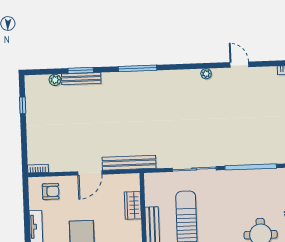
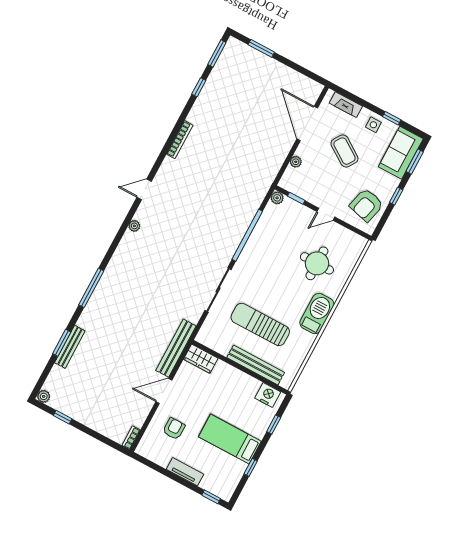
plant: (55, 80) -> (44, 396), moved
door: (90, 173) -> (164, 391), swing flipped
armchair: (51, 191) -> (174, 429), moved
wardrobe: (133, 205) -> (201, 359), moved

